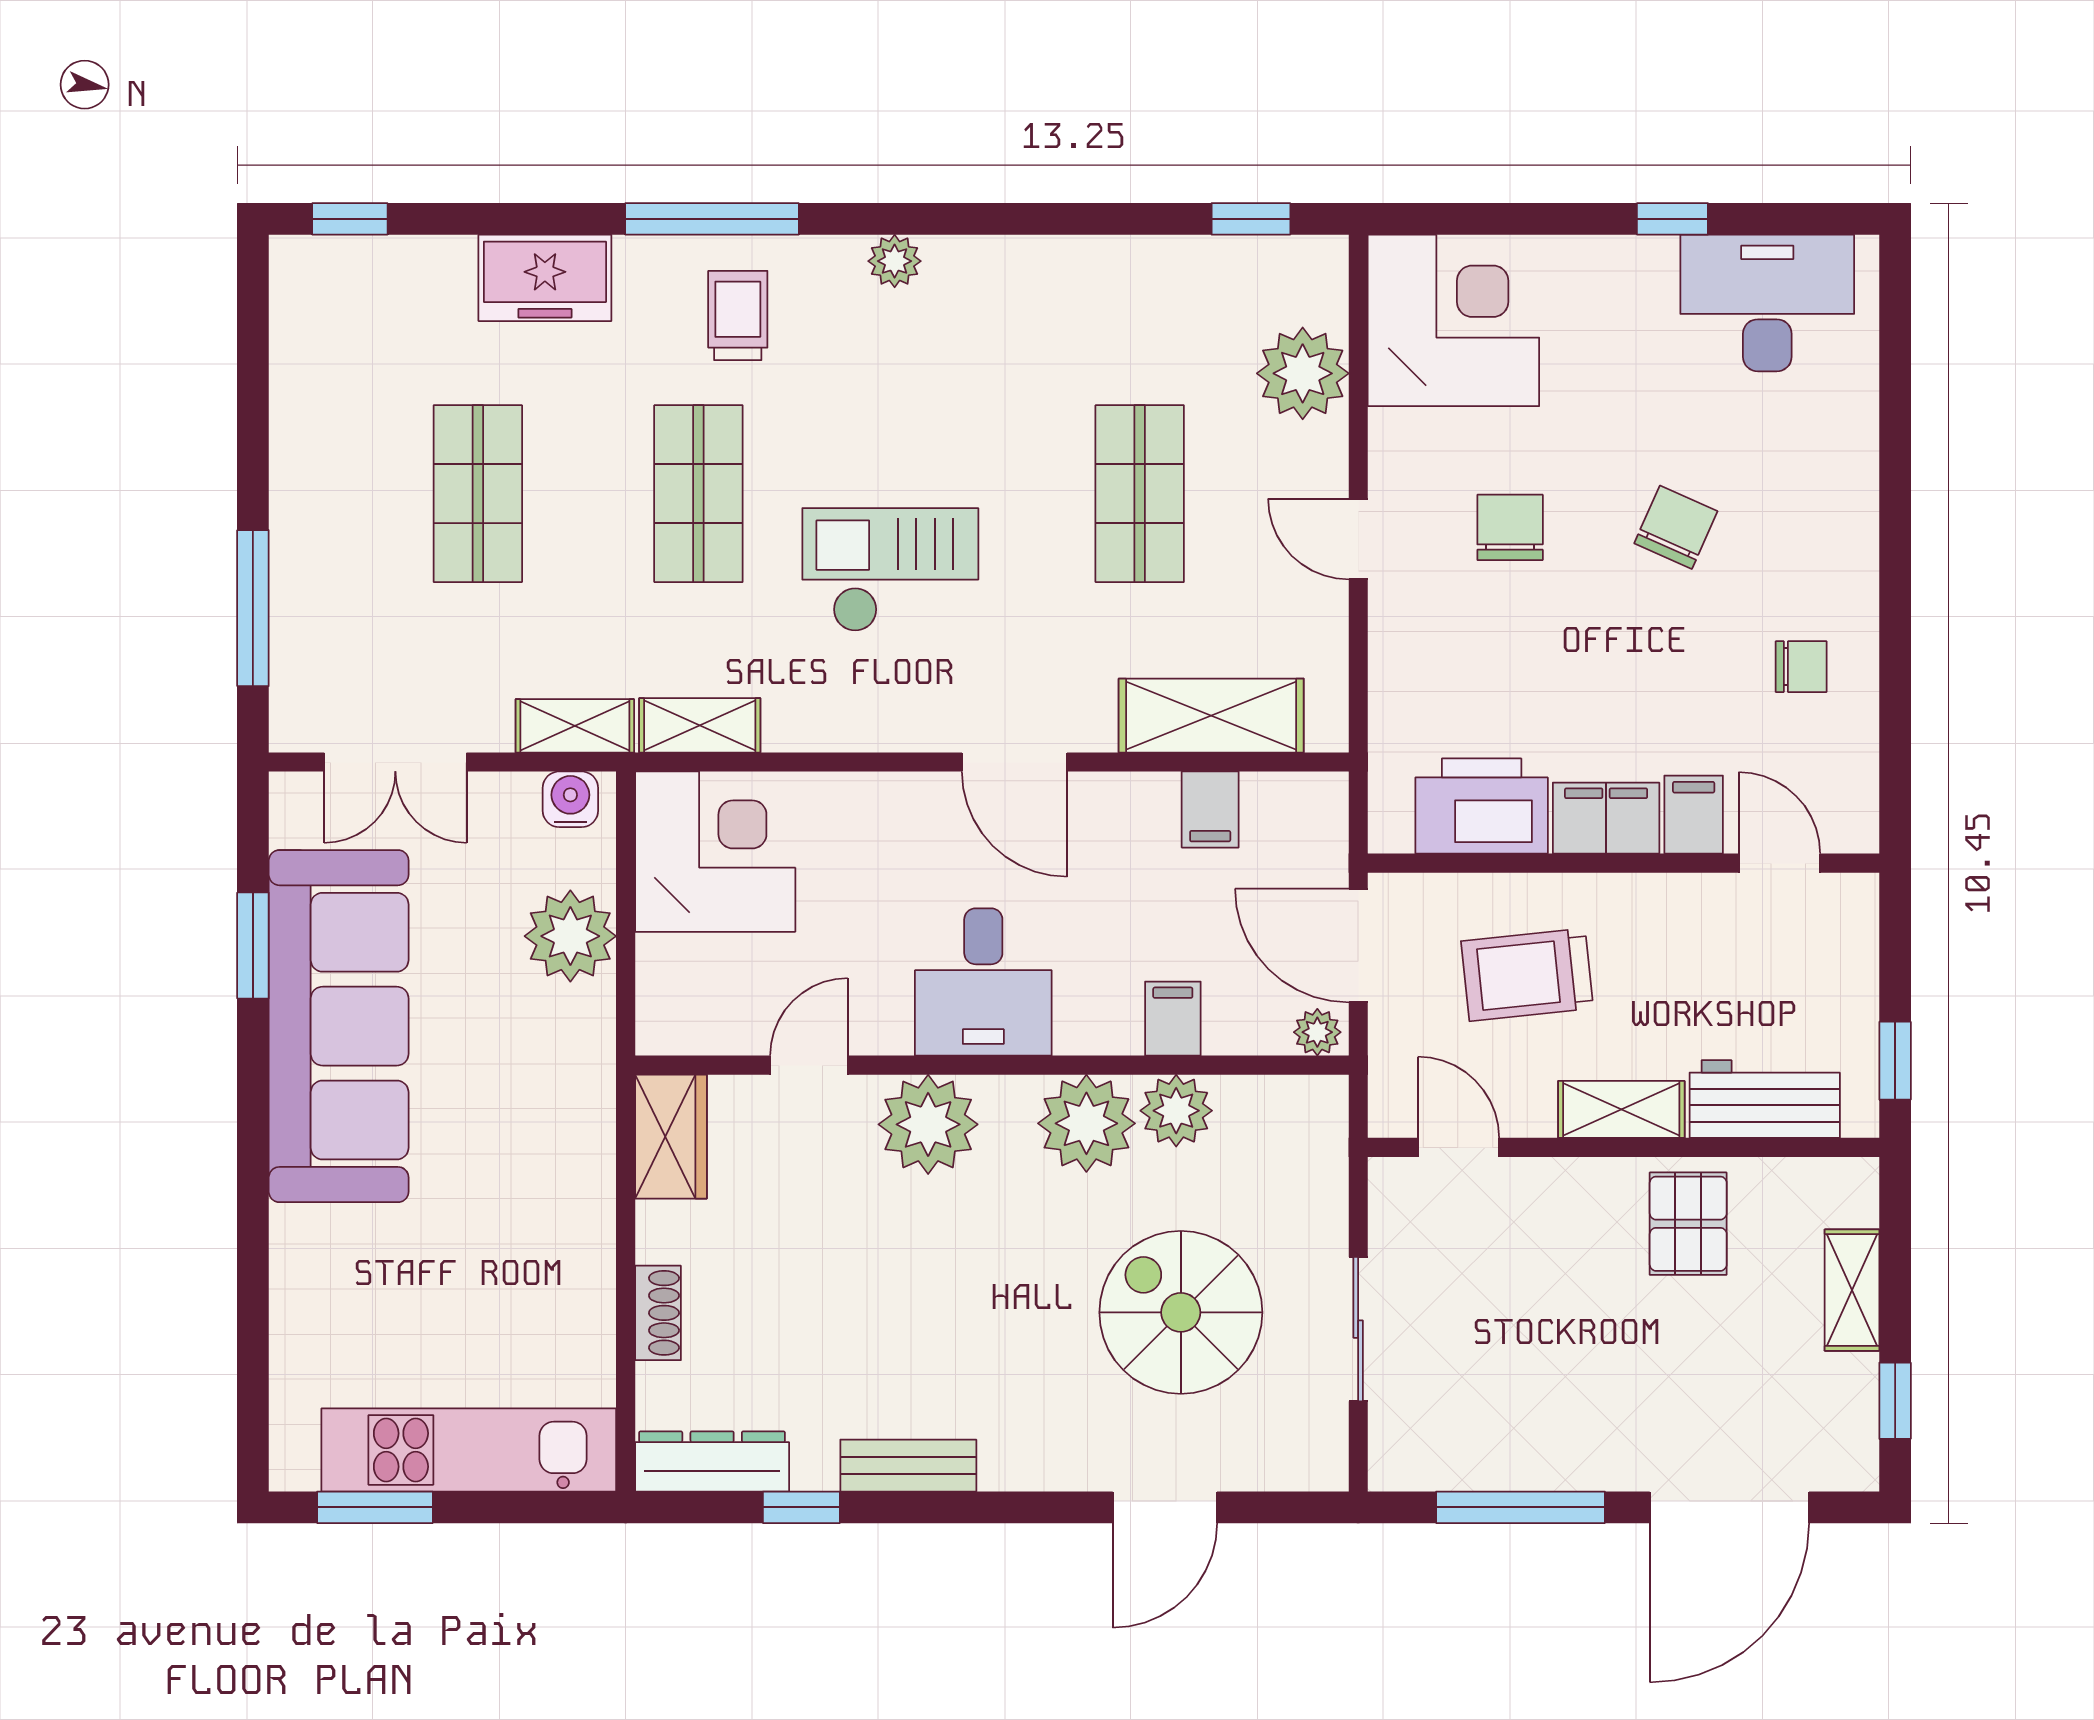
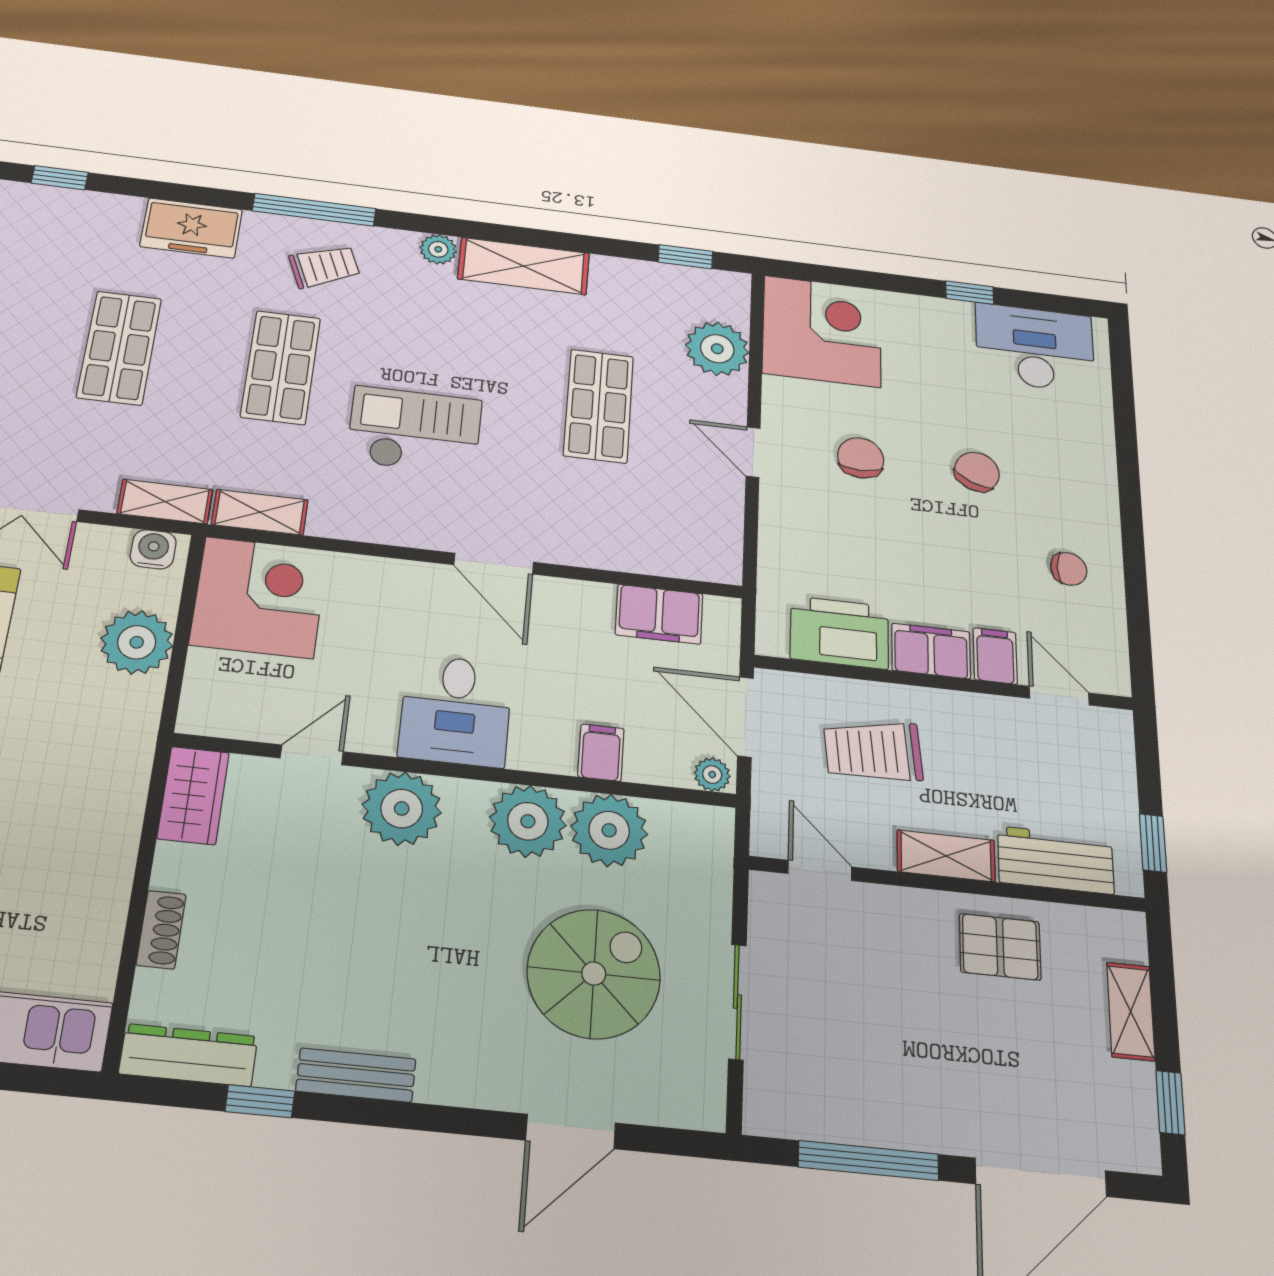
trolley: (738, 316) -> (324, 266), turned 68
shelving: (1211, 716) -> (524, 266), moved
filing cabinet: (1210, 810) -> (659, 614), width x2.00
plant: (1176, 1111) -> (609, 830), width x1.36, depth x1.36
pallet: (1688, 1224) -> (1000, 947), turned 90
spiral stairs: (1181, 1312) -> (594, 974), turned 90

